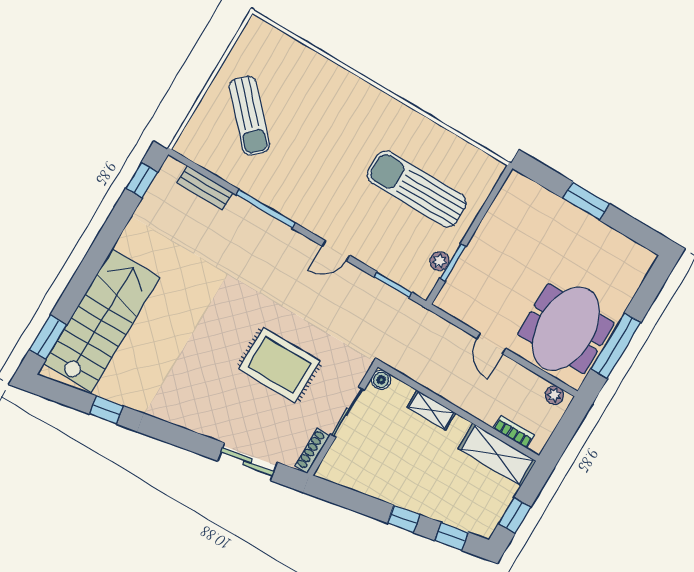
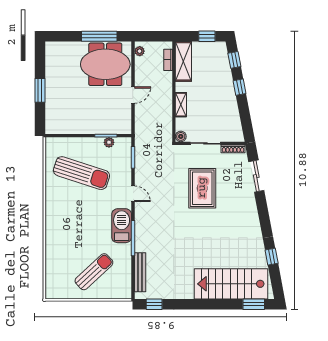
bench: (205, 188) -> (140, 272), width x1.36
sun lounger: (417, 189) -> (82, 173), turned -72
barbecue: (296, 203) -> (122, 226), added

